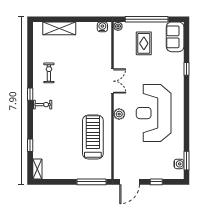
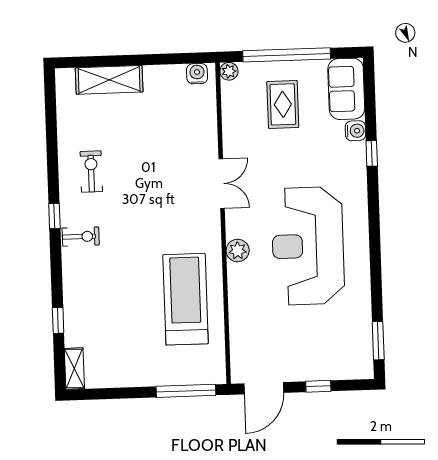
water cooler: (179, 164) -> (355, 131), moved

